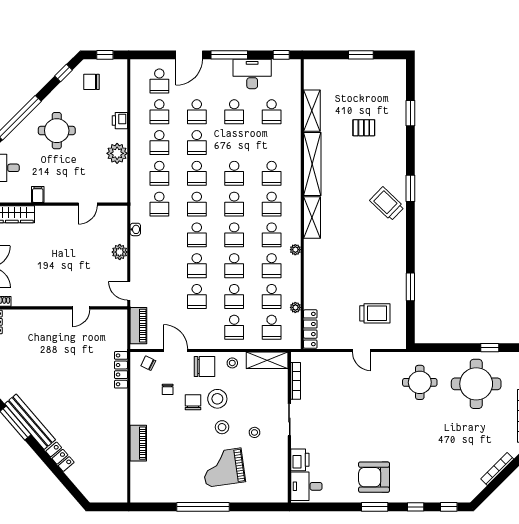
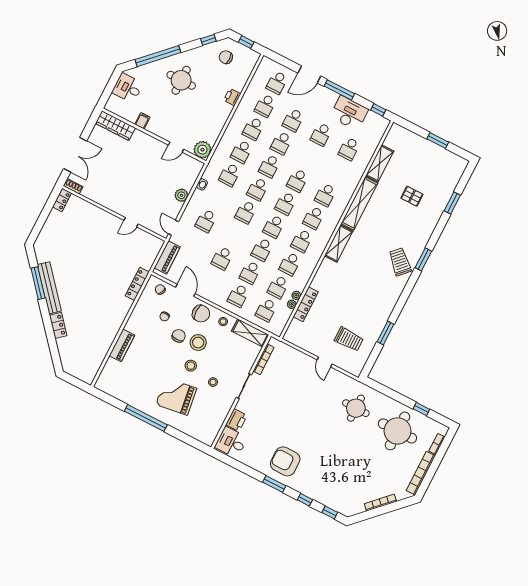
plant: (117, 153) -> (202, 150), moved
plant: (295, 250) -> (296, 295), moved
school desk: (197, 266) -> (206, 221), moved
locker: (310, 329) -> (306, 304), moved

